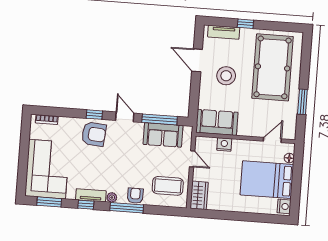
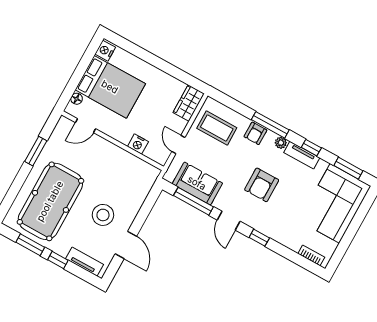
window: (273, 26) -> (30, 245), added
sofa: (217, 122) -> (135, 171), removed
armchair: (94, 134) -> (262, 185), moved, turned -95

